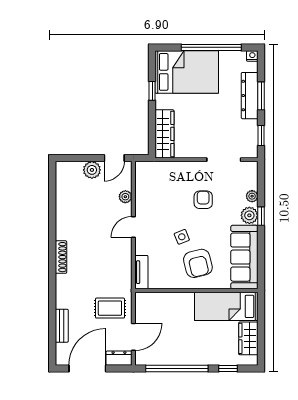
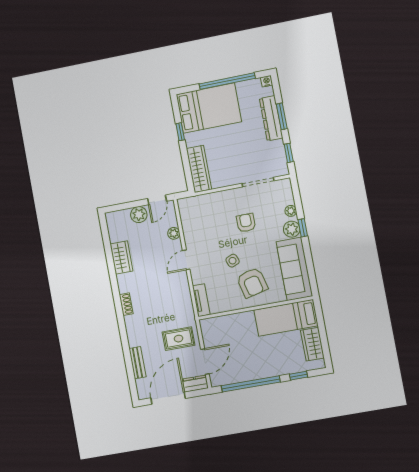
wardrobe: (65, 212) -> (121, 258), added
shoe rack: (61, 257) -> (126, 304), width x0.70

